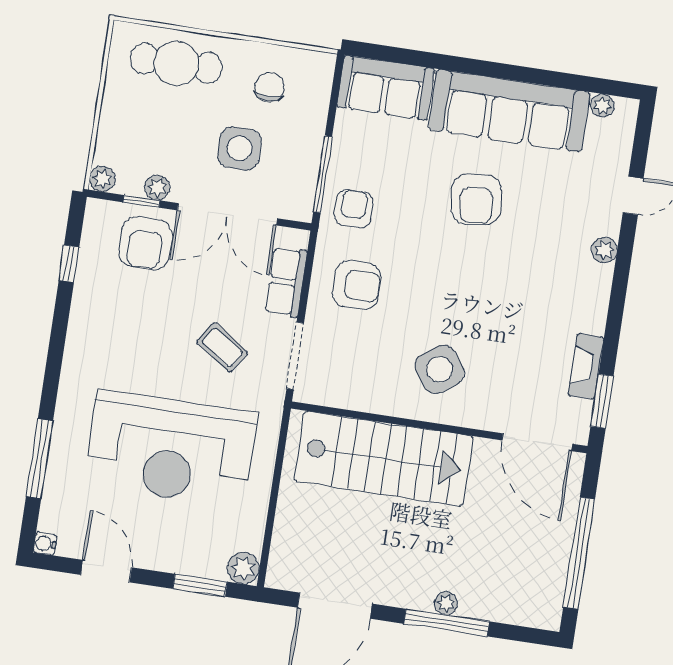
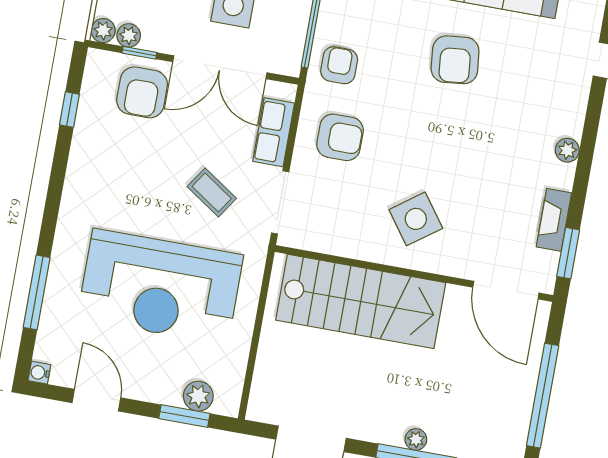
plant: (157, 187) -> (129, 35), moved
plant: (604, 250) -> (567, 150), moved
plant: (243, 568) -> (198, 396), moved

